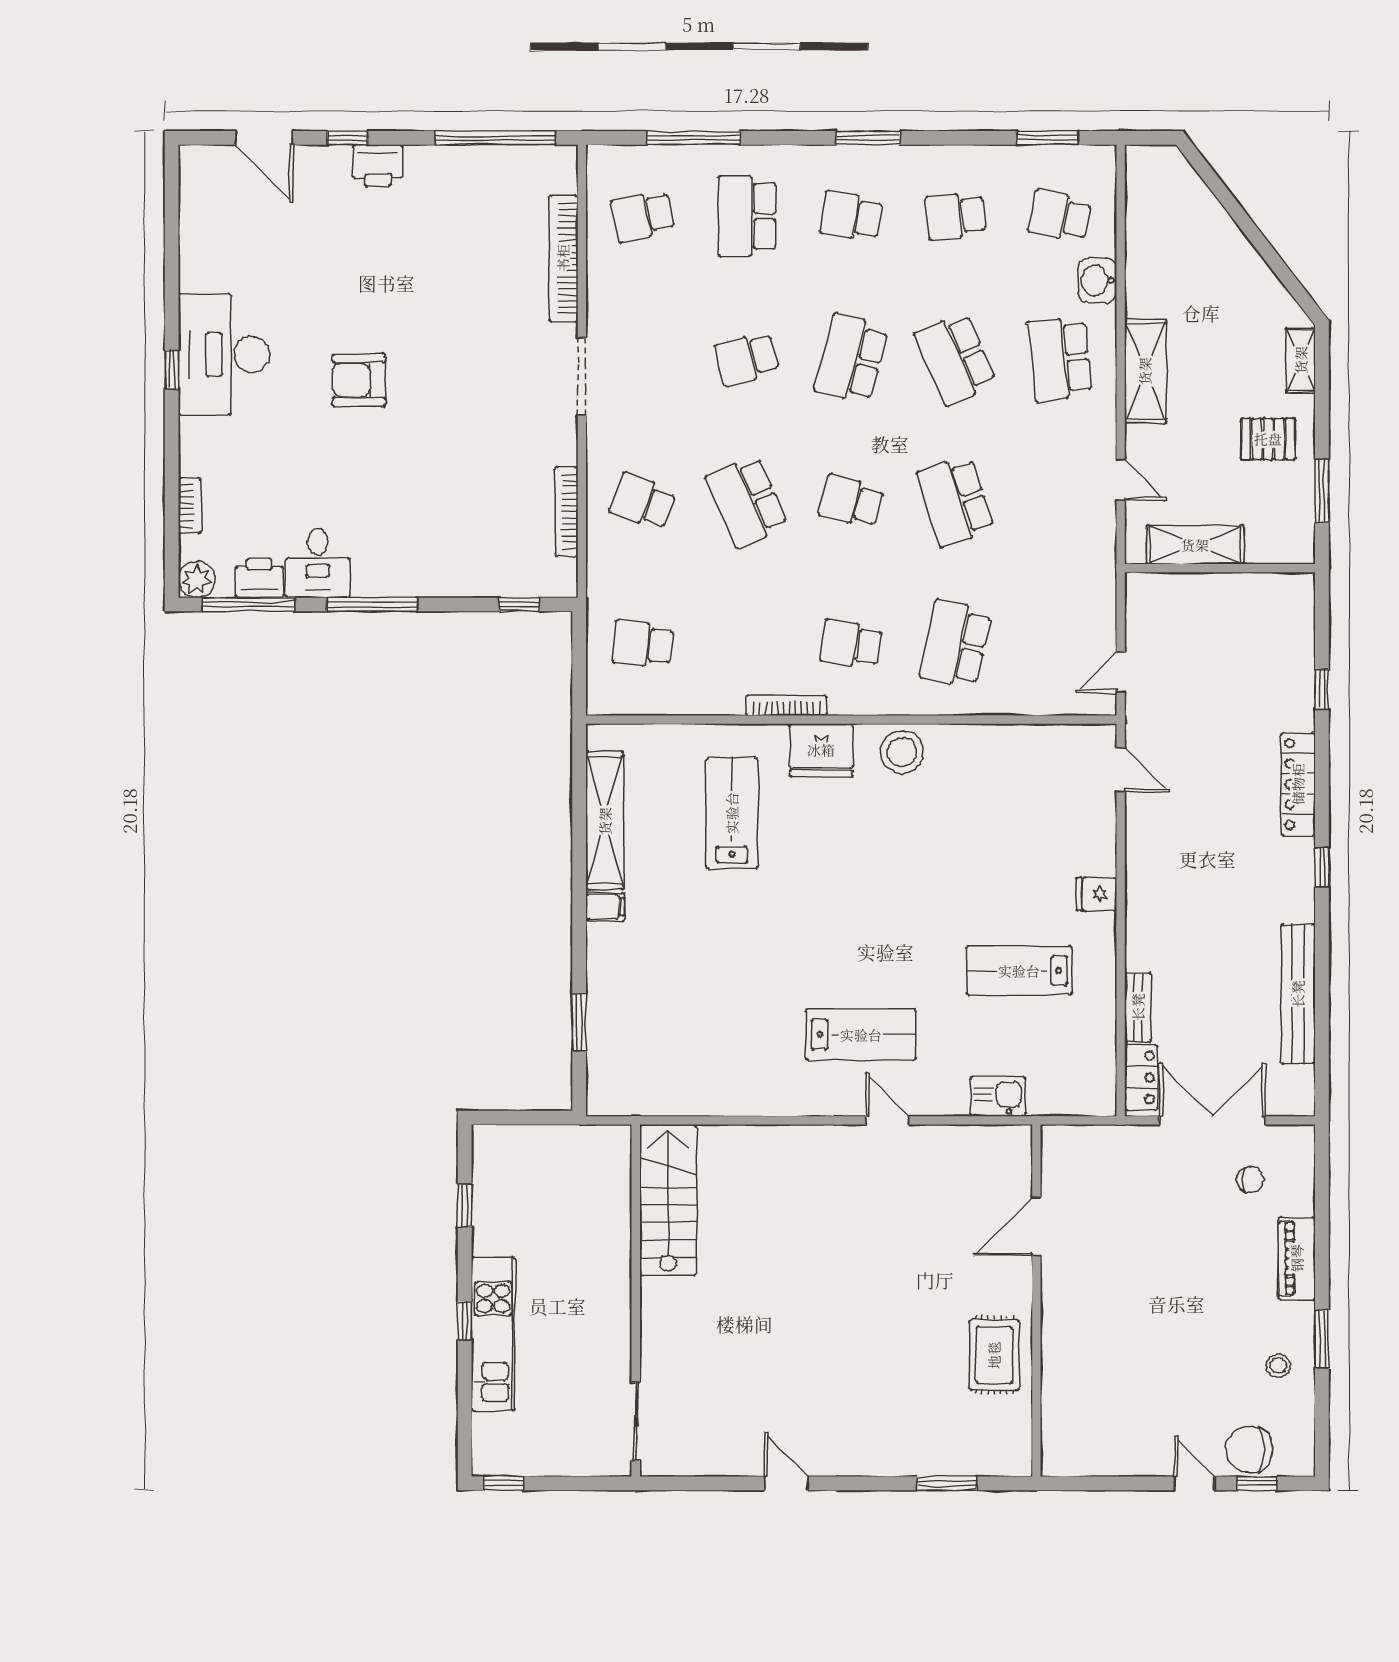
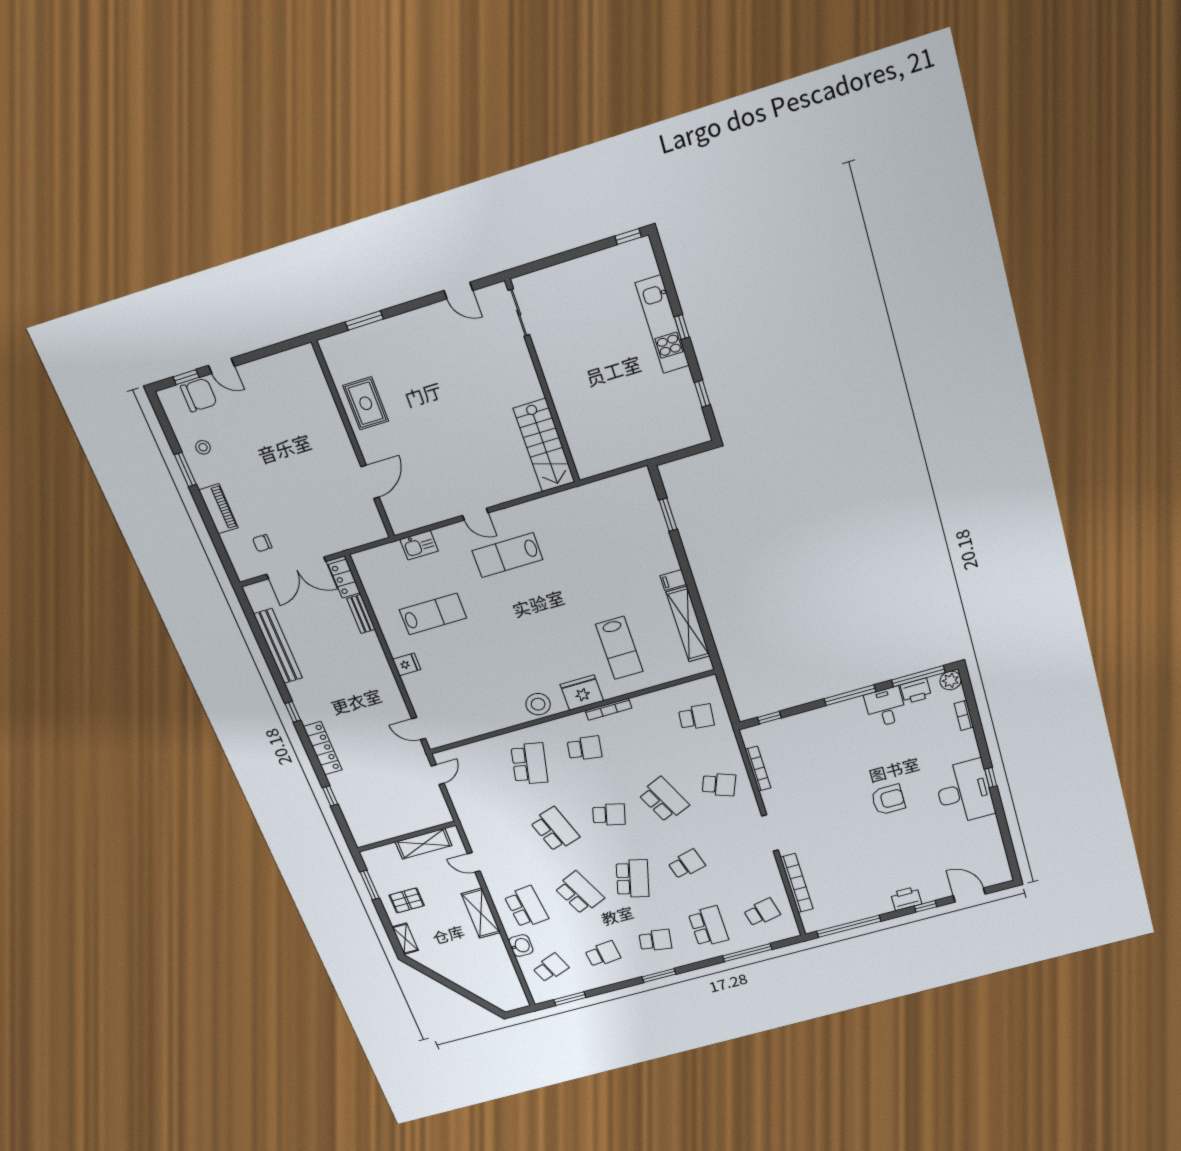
school desk: (1060, 216) -> (551, 968), turned -33
stairs: (668, 1200) -> (544, 445), moved
wall: (636, 1300) -> (543, 383), moved
sliding door: (636, 1421) -> (519, 313), moved

